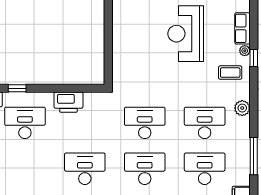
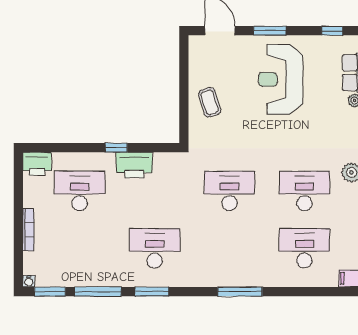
coffee table: (230, 73) -> (210, 102), moved, turned 73
window: (17, 88) -> (116, 148), moved
desk: (145, 169) -> (230, 248), removed

